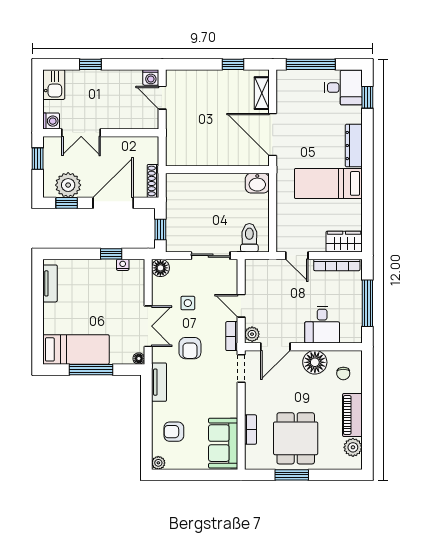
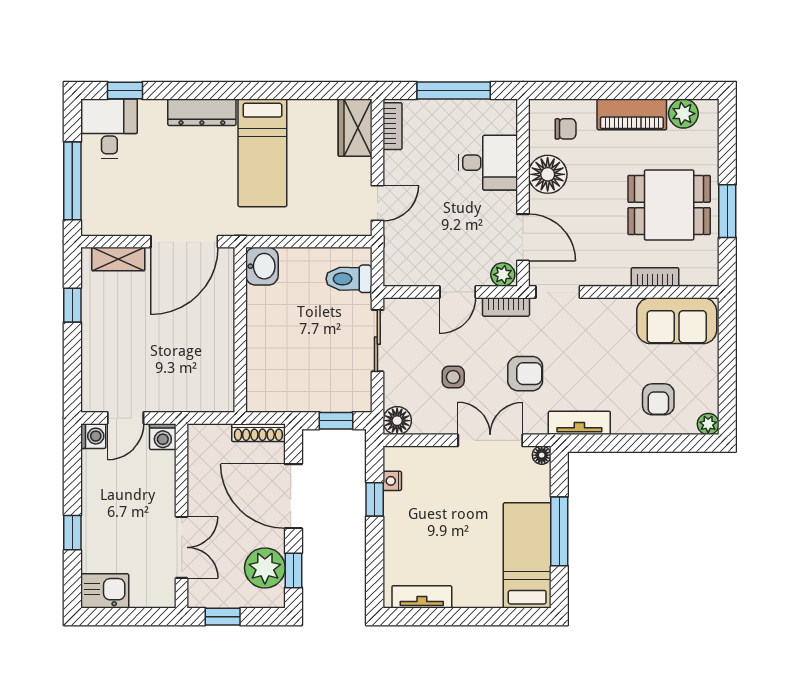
washing machine: (51, 121) -> (163, 437), moved, turned 180
bookcase: (337, 265) -> (392, 126), width x0.64

